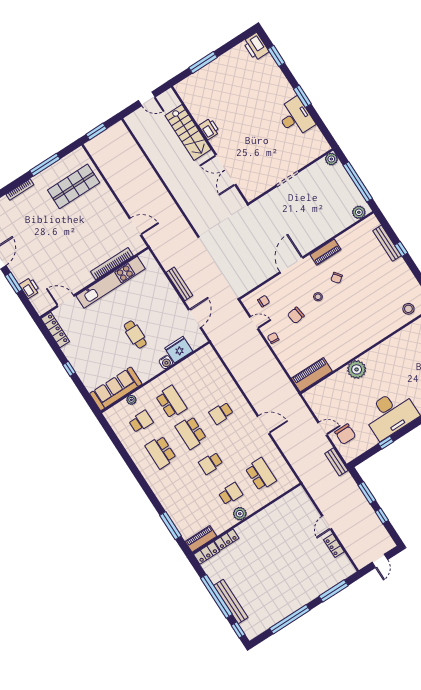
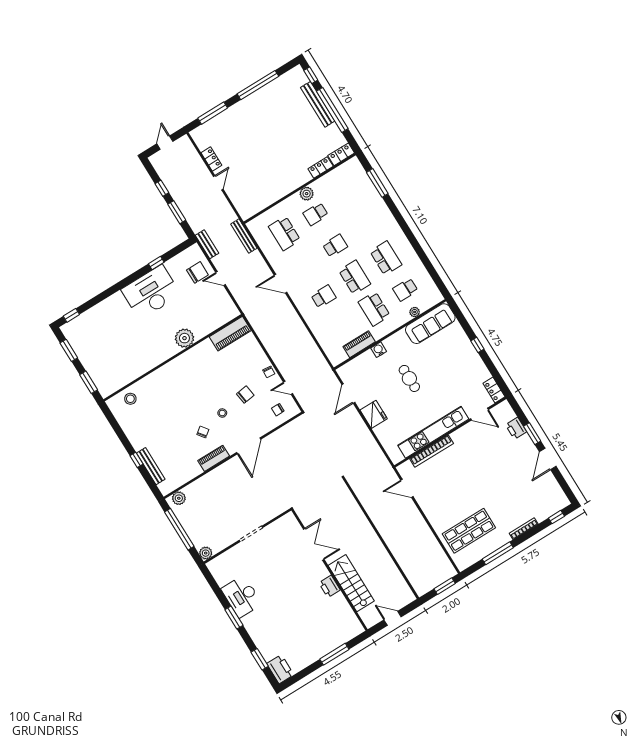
bench: (179, 284) -> (244, 236), moved
locker: (55, 330) -> (494, 390), width x0.66
fridge: (179, 350) -> (374, 414), moved, turned -90
chair: (345, 434) -> (197, 272), turned 90
piano: (201, 539) -> (359, 344), moved, turned 180

